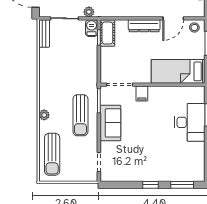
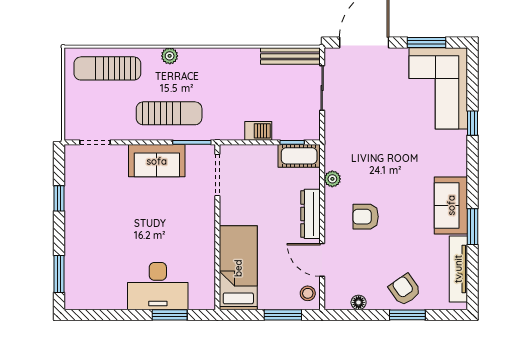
plant: (89, 12) -> (332, 179), moved
barbecue: (92, 28) -> (258, 131), moved
bench: (44, 33) -> (290, 56), width x1.36
filing cabinet: (142, 94) -> (203, 210), removed
sun lounger: (80, 115) -> (169, 113), turned 180
window: (151, 185) -> (59, 198), moved

